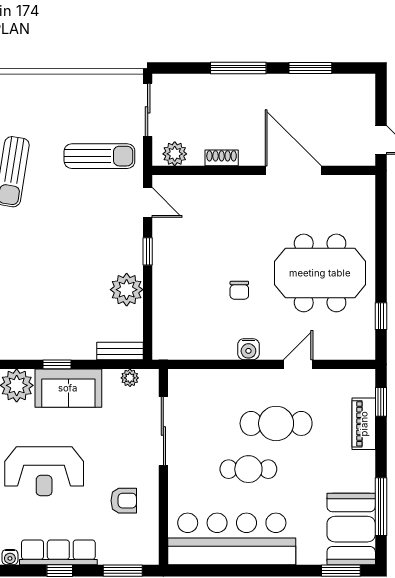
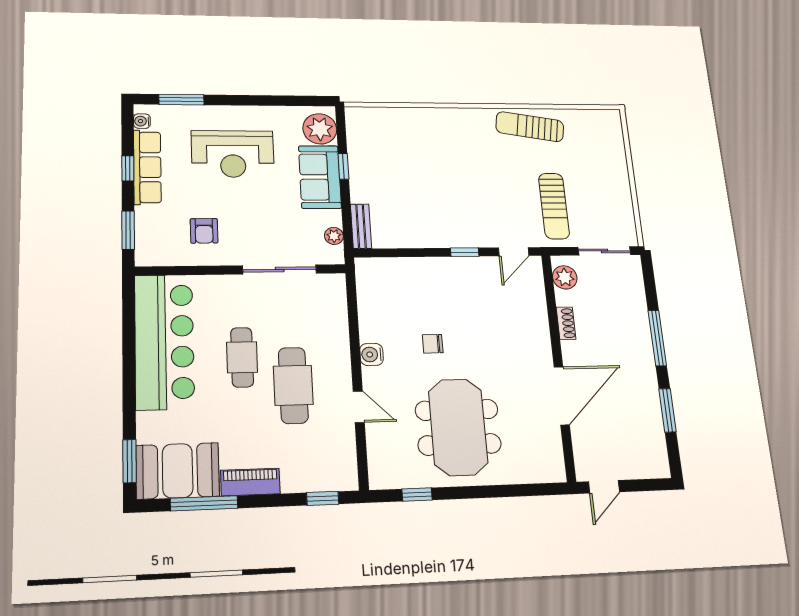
plant: (127, 290) -> (424, 232), removed
piano: (364, 424) -> (250, 482), moved
reception desk: (44, 471) -> (233, 154), turned -90

